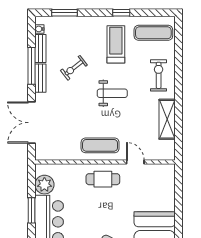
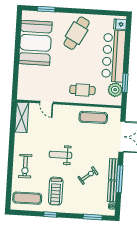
shelving: (167, 119) -> (22, 117), moved
exercise mat: (100, 145) -> (93, 117), moved
cafe table: (103, 179) -> (82, 90), moved
window: (32, 210) -> (125, 83), moved

